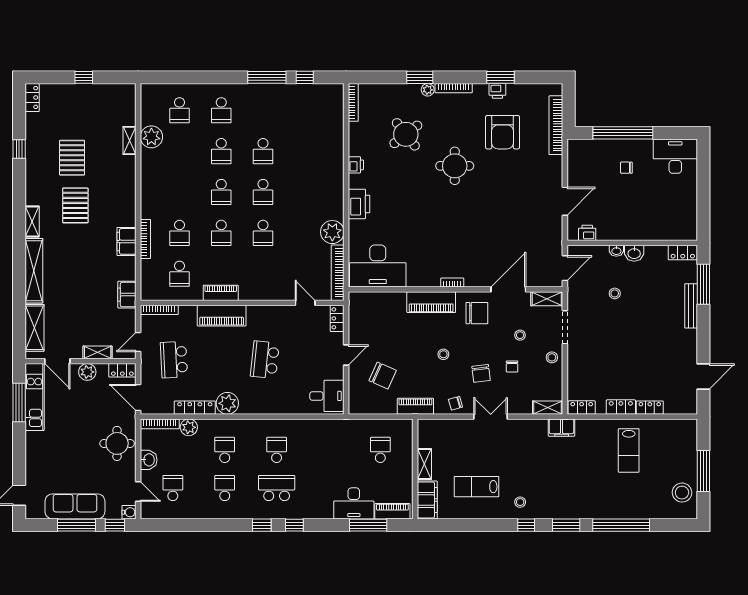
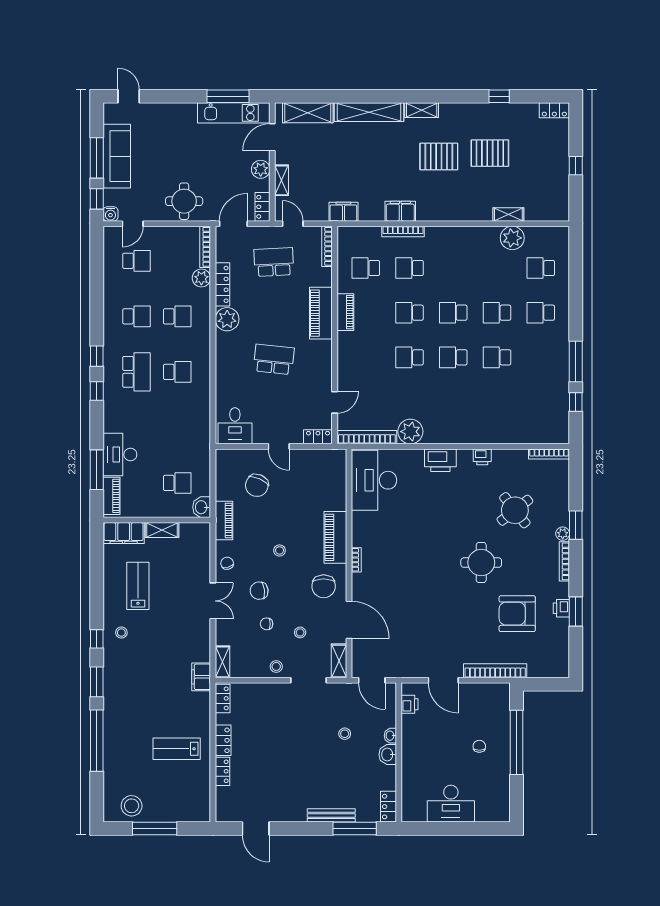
bookcase: (556, 125) -> (495, 671), moved
desk: (675, 156) -> (451, 804), moved, turned 90
washbasin: (149, 460) -> (202, 507), moved, turned 90

